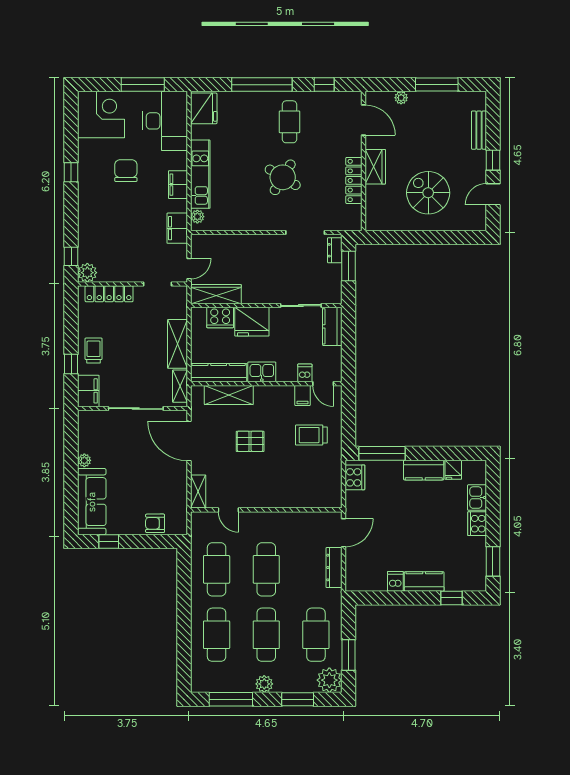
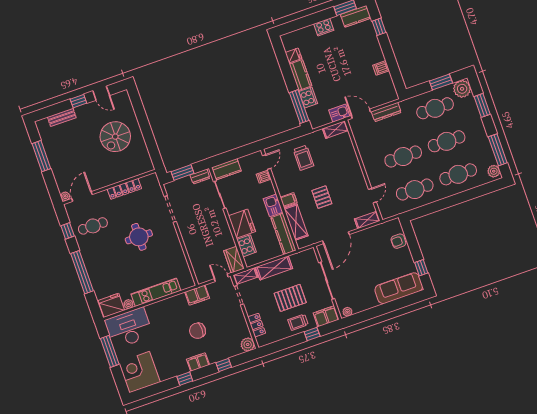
plant: (401, 98) -> (65, 196), moved
cafe table: (289, 122) -> (93, 226), moved
wardrobe: (375, 167) -> (110, 178), removed
chair: (126, 171) -> (197, 331), moved
round table: (283, 177) -> (139, 237), turned -31
filing cabinet: (178, 185) -> (198, 362), moved, turned 180
plant: (197, 217) -> (128, 304), moved
dresser: (335, 250) -> (200, 177), moved
window: (71, 256) -> (224, 365), moved
locker: (109, 294) -> (257, 325), width x0.66
wardrobe: (216, 294) -> (234, 260), width x0.67
pallet: (130, 352) -> (290, 298), added
shelving: (180, 386) -> (245, 276), moved
filing cabinet: (303, 395) -> (289, 200), moved
plant: (84, 460) -> (347, 312), moved
cooker: (355, 477) -> (308, 98), moved, turned 90
shelving: (334, 491) -> (335, 130), added
kitchen sink: (477, 498) -> (339, 113), moved, turned 180
armchair: (155, 523) -> (398, 241), turned 90
kitchen counter: (424, 581) -> (356, 16), moved, turned -90
plant: (264, 684) -> (494, 171), moved

